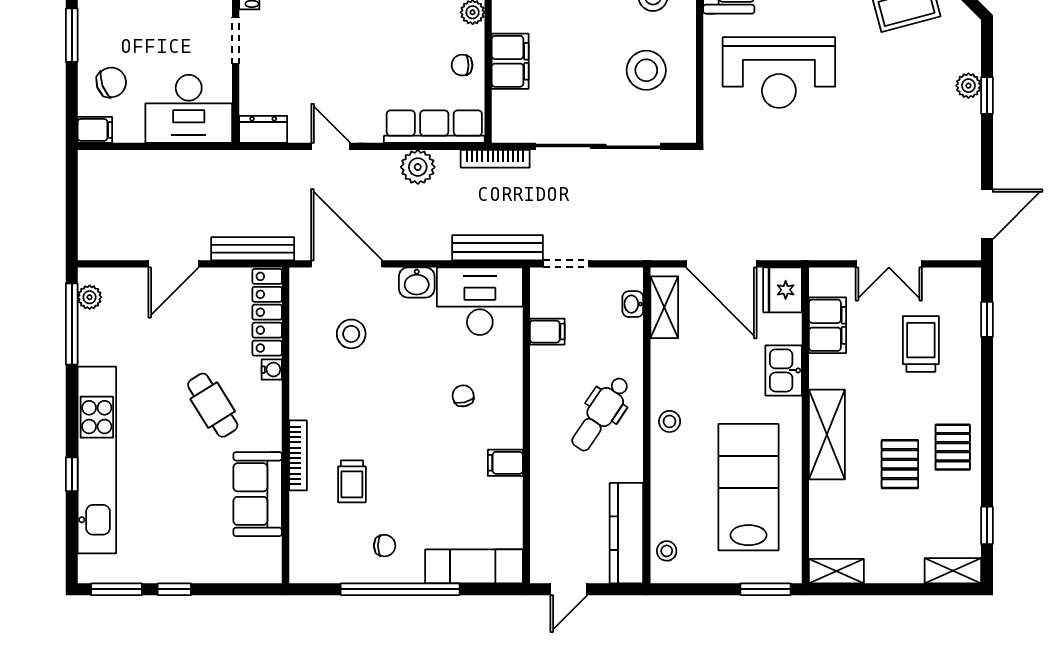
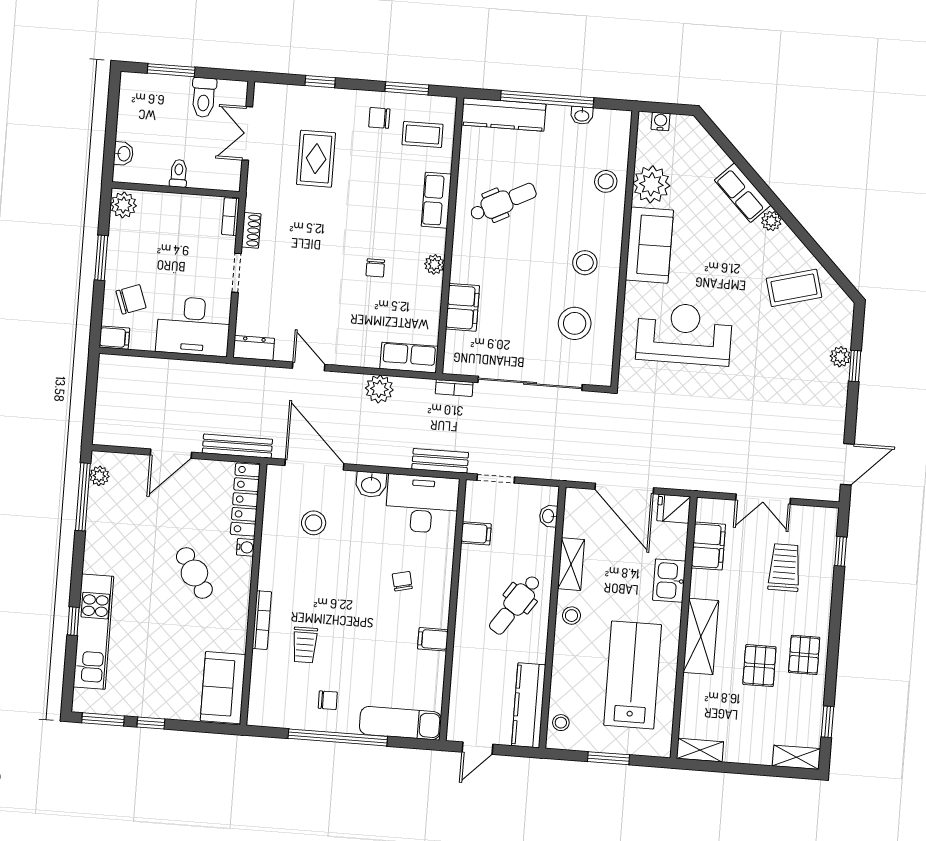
chair: (462, 65) -> (375, 268), moved, turned -90
reception desk: (779, 73) -> (684, 334), turned 180
row of seats: (434, 127) -> (409, 358), width x0.68
bookcase: (495, 159) -> (454, 388), width x0.64
bench: (498, 248) -> (440, 461), width x0.73
fridge: (783, 290) -> (674, 509), width x0.72
shelving: (664, 307) -> (571, 564), moved
kitchen unit: (97, 460) -> (93, 632), width x0.73
sofa: (258, 494) -> (223, 688), moved
window: (766, 589) -> (609, 758), moved

